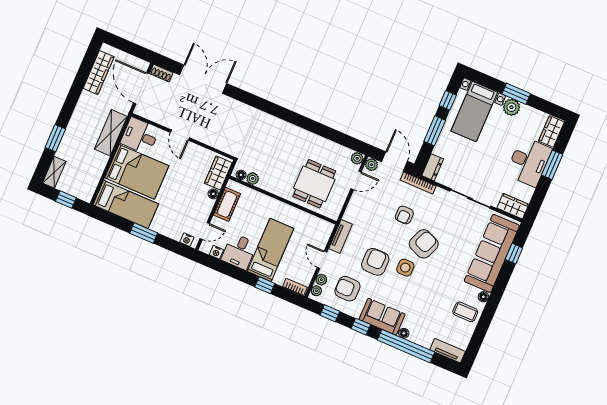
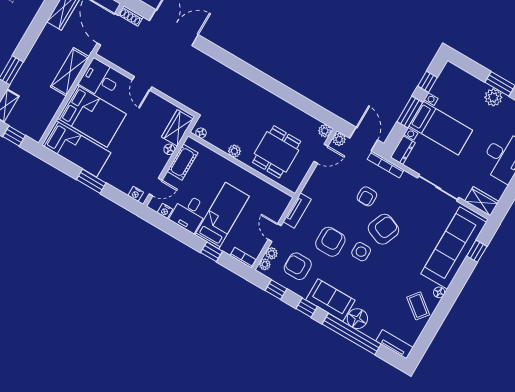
bed with nightstands: (474, 112) -> (441, 128), moved, turned -90
plant: (253, 179) -> (234, 151), moved
coffee table: (465, 312) -> (418, 306), turned 38
floor lamp: (404, 333) -> (357, 319), width x1.89, depth x1.89

